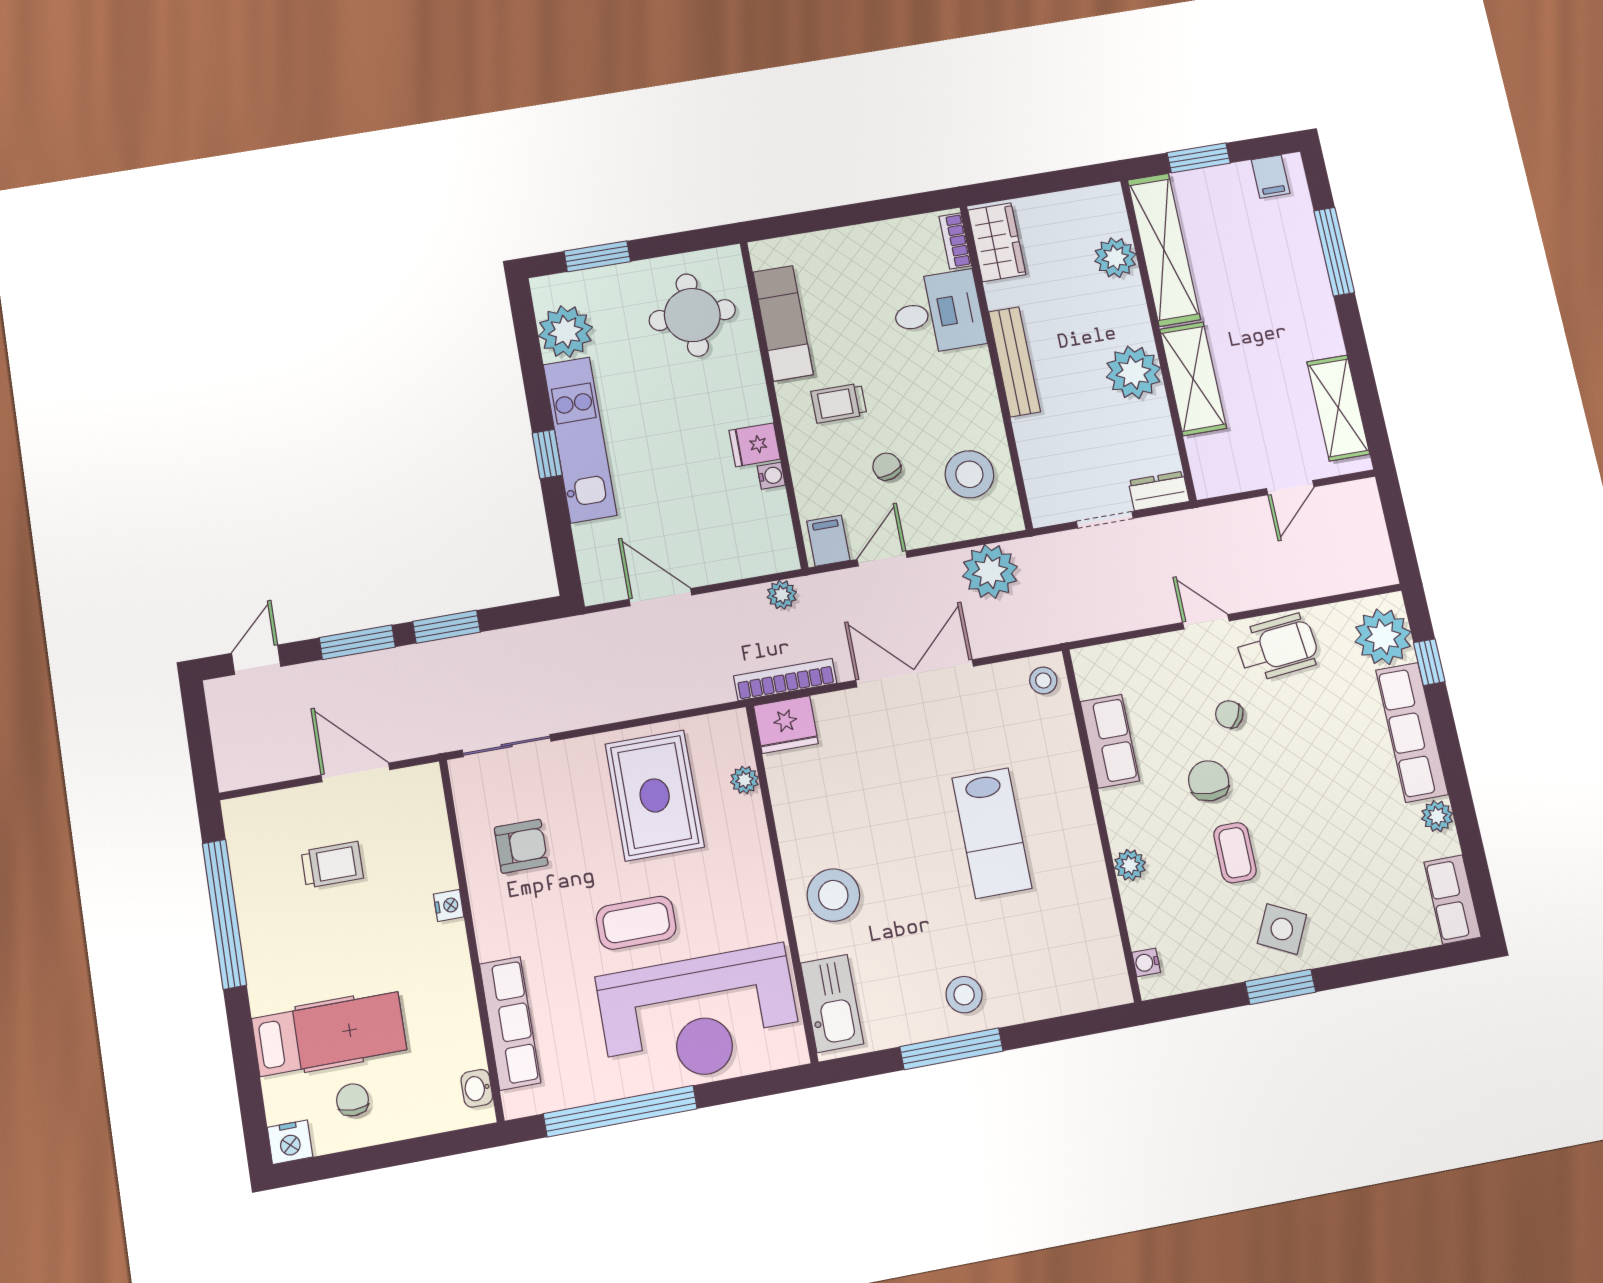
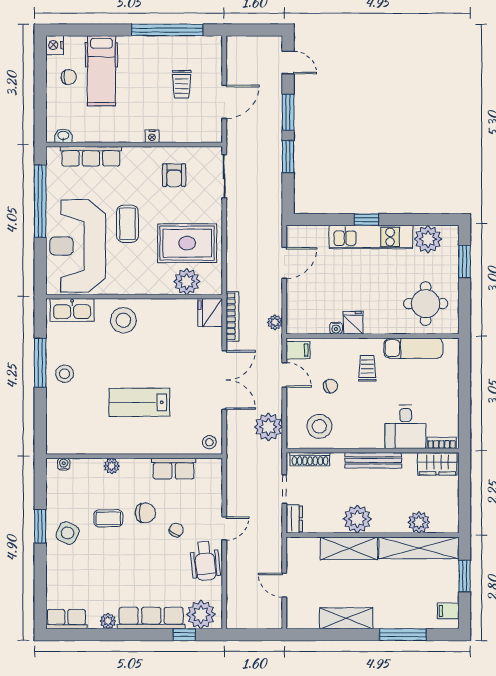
shelving: (1338, 408) -> (346, 618), moved
shoe rack: (1037, 481) -> (310, 459), added
plant: (745, 780) -> (187, 282), width x1.88, depth x1.88

